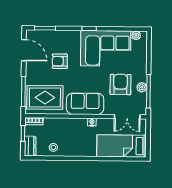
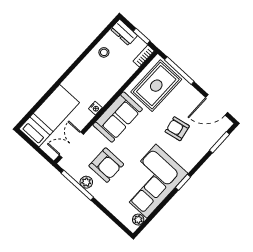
armchair: (60, 61) -> (177, 129), turned -101

